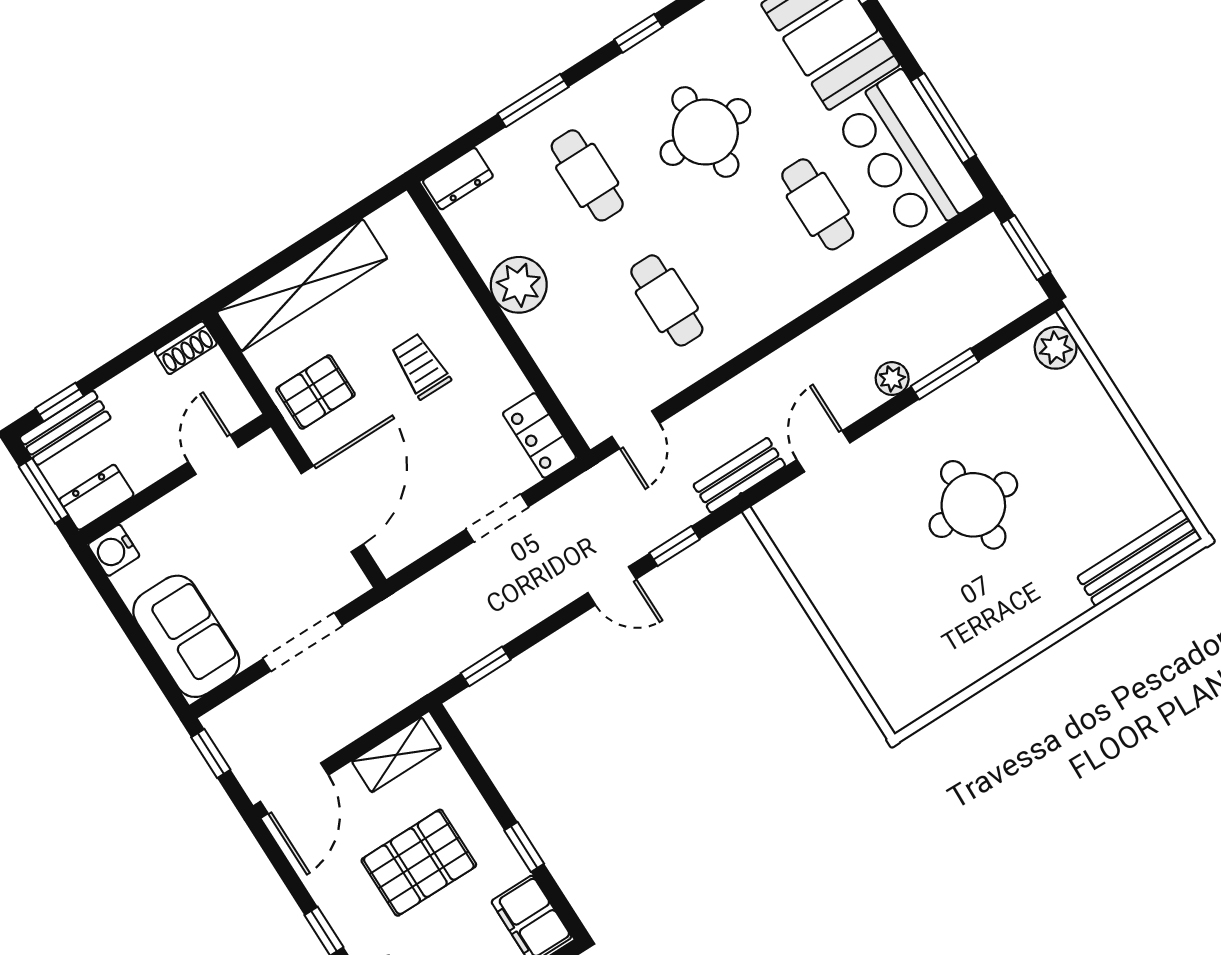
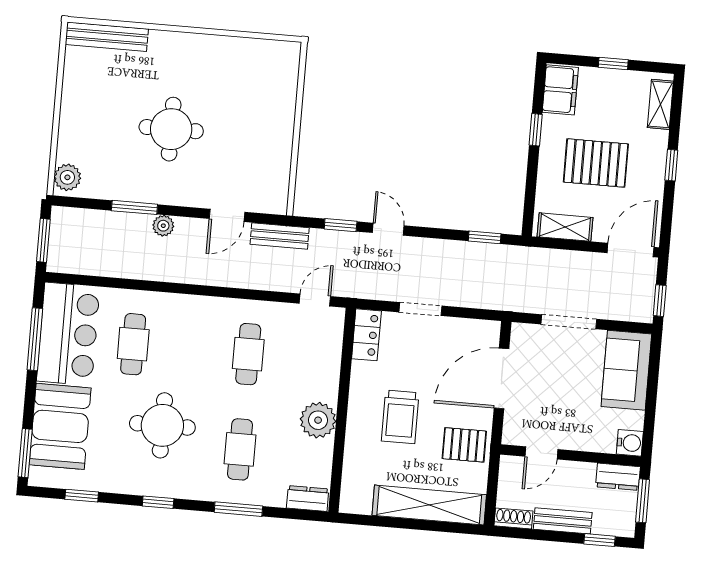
trolley: (421, 366) -> (400, 417), width x1.36, depth x1.39
bench: (65, 428) -> (563, 521), moved

